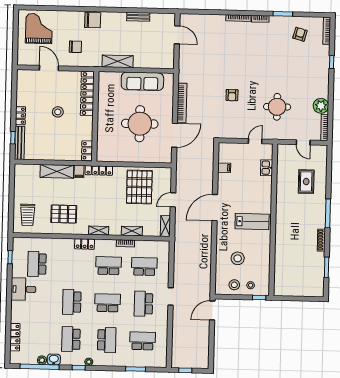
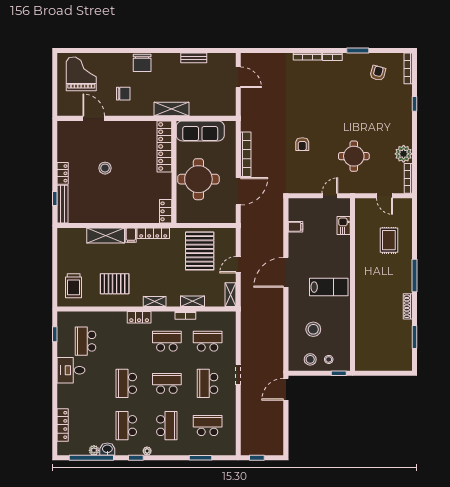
chair: (93, 20) -> (142, 63), turned 90
locker: (87, 94) -> (164, 146), moved
wall: (95, 116) -> (174, 172), moved
locker: (87, 151) -> (166, 211), moved

